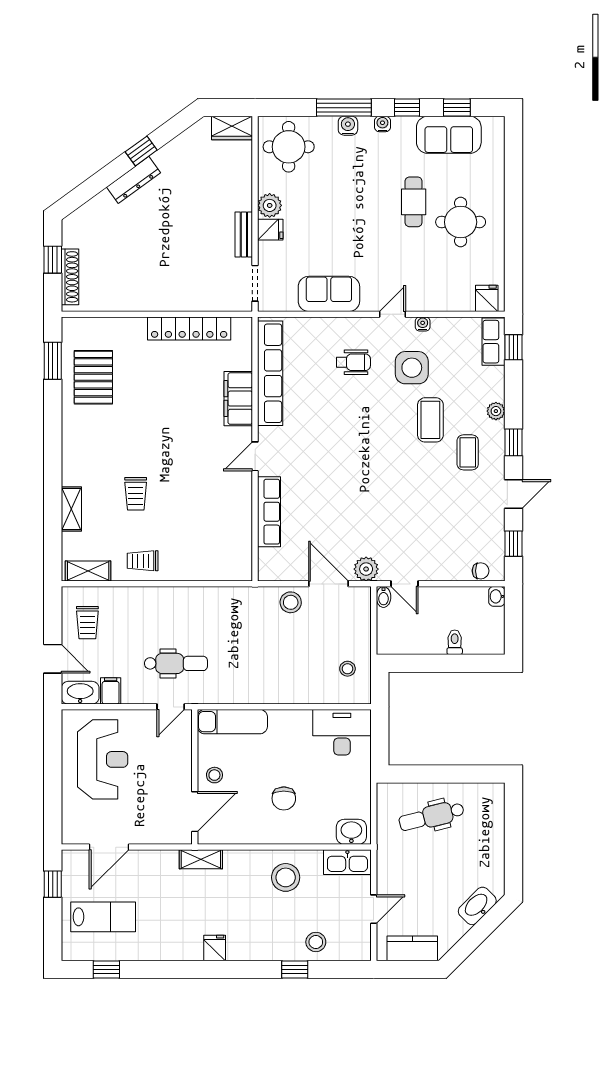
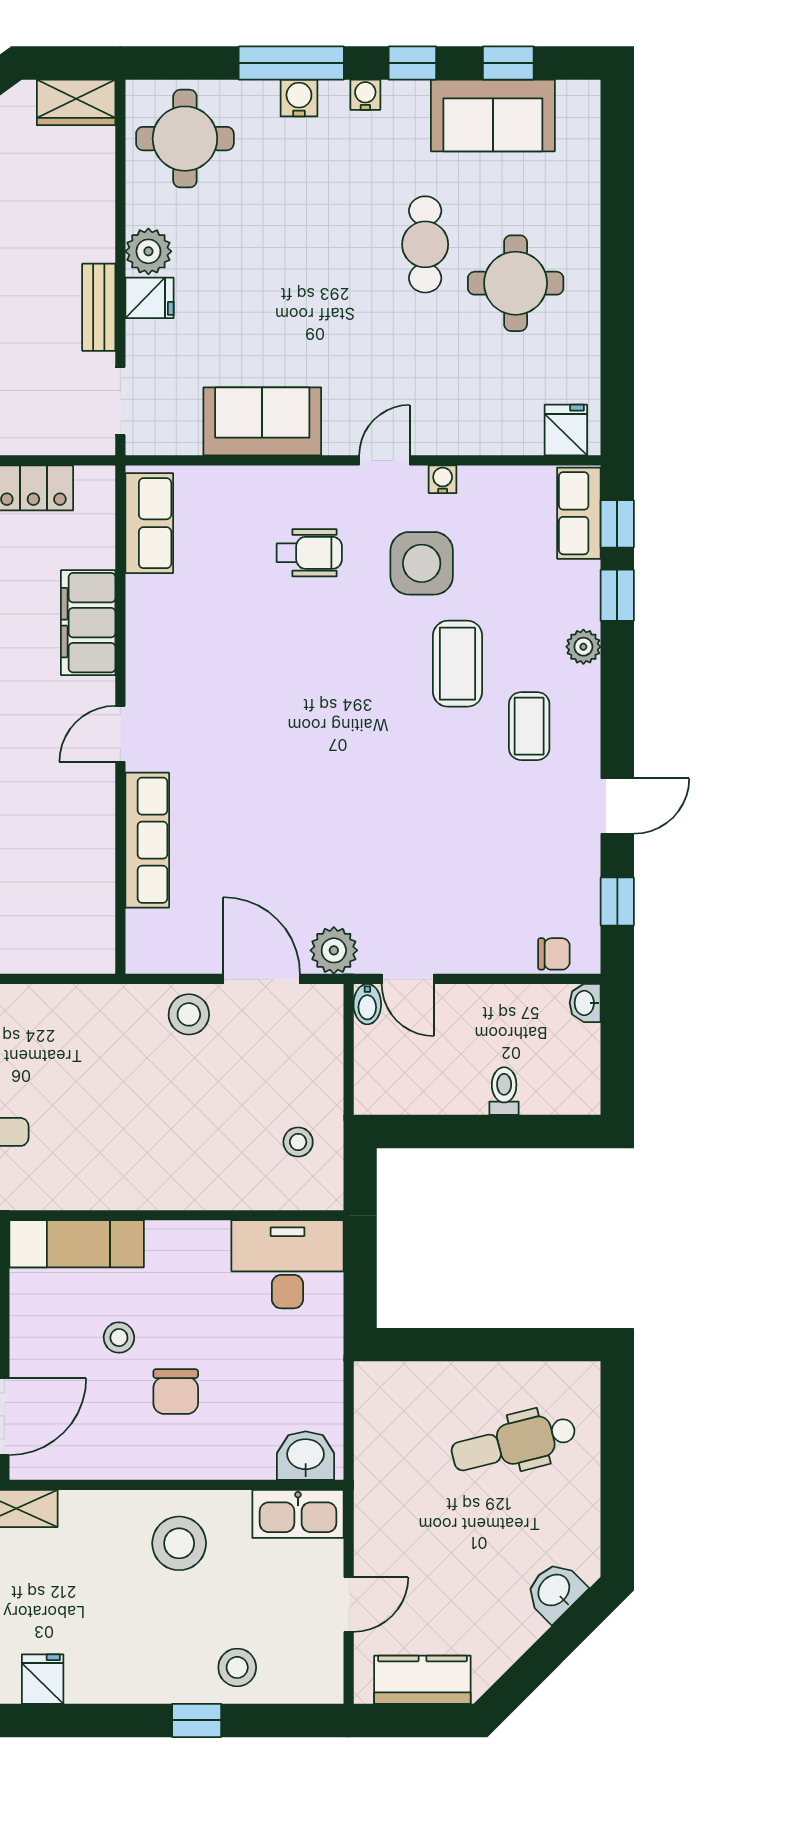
row of seats: (270, 373) -> (149, 523), width x0.50
window: (514, 442) -> (617, 595), moved
stool: (214, 775) -> (119, 1338), moved
dental chair: (432, 816) -> (514, 1443), moved
washbasin: (477, 906) -> (555, 1591), width x0.72

